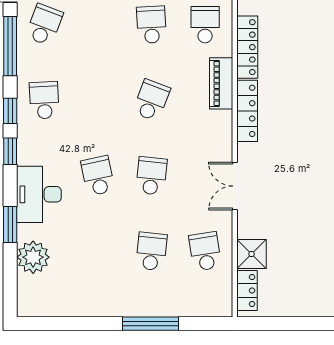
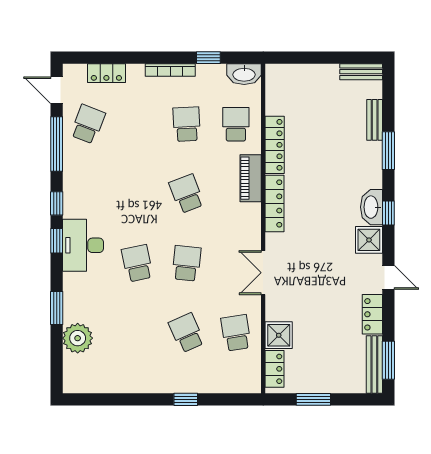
school desk: (44, 100) -> (88, 194), removed
school desk: (151, 100) -> (187, 194), turned -42
desk: (39, 194) -> (83, 245), moved
school desk: (151, 251) -> (187, 333), turned -30
window: (151, 324) -> (186, 399), width x0.46
window: (289, 324) -> (313, 399), added

